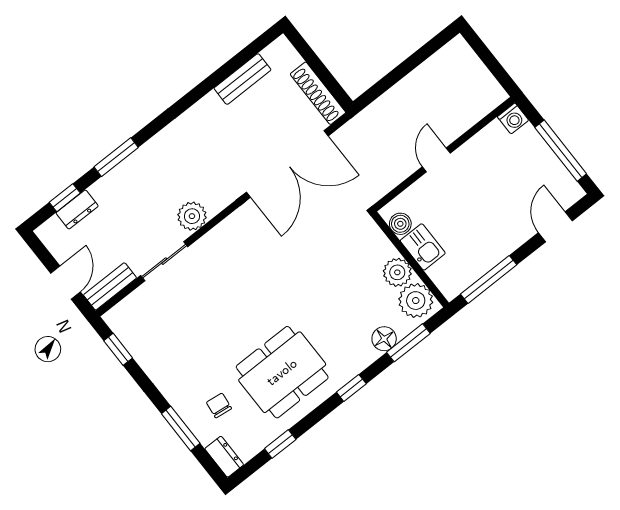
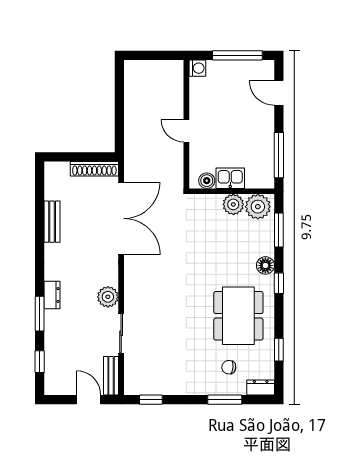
bench: (242, 79) -> (52, 222), moved
dresser: (77, 209) -> (52, 295), moved
floor lamp: (384, 339) -> (265, 265), moved

